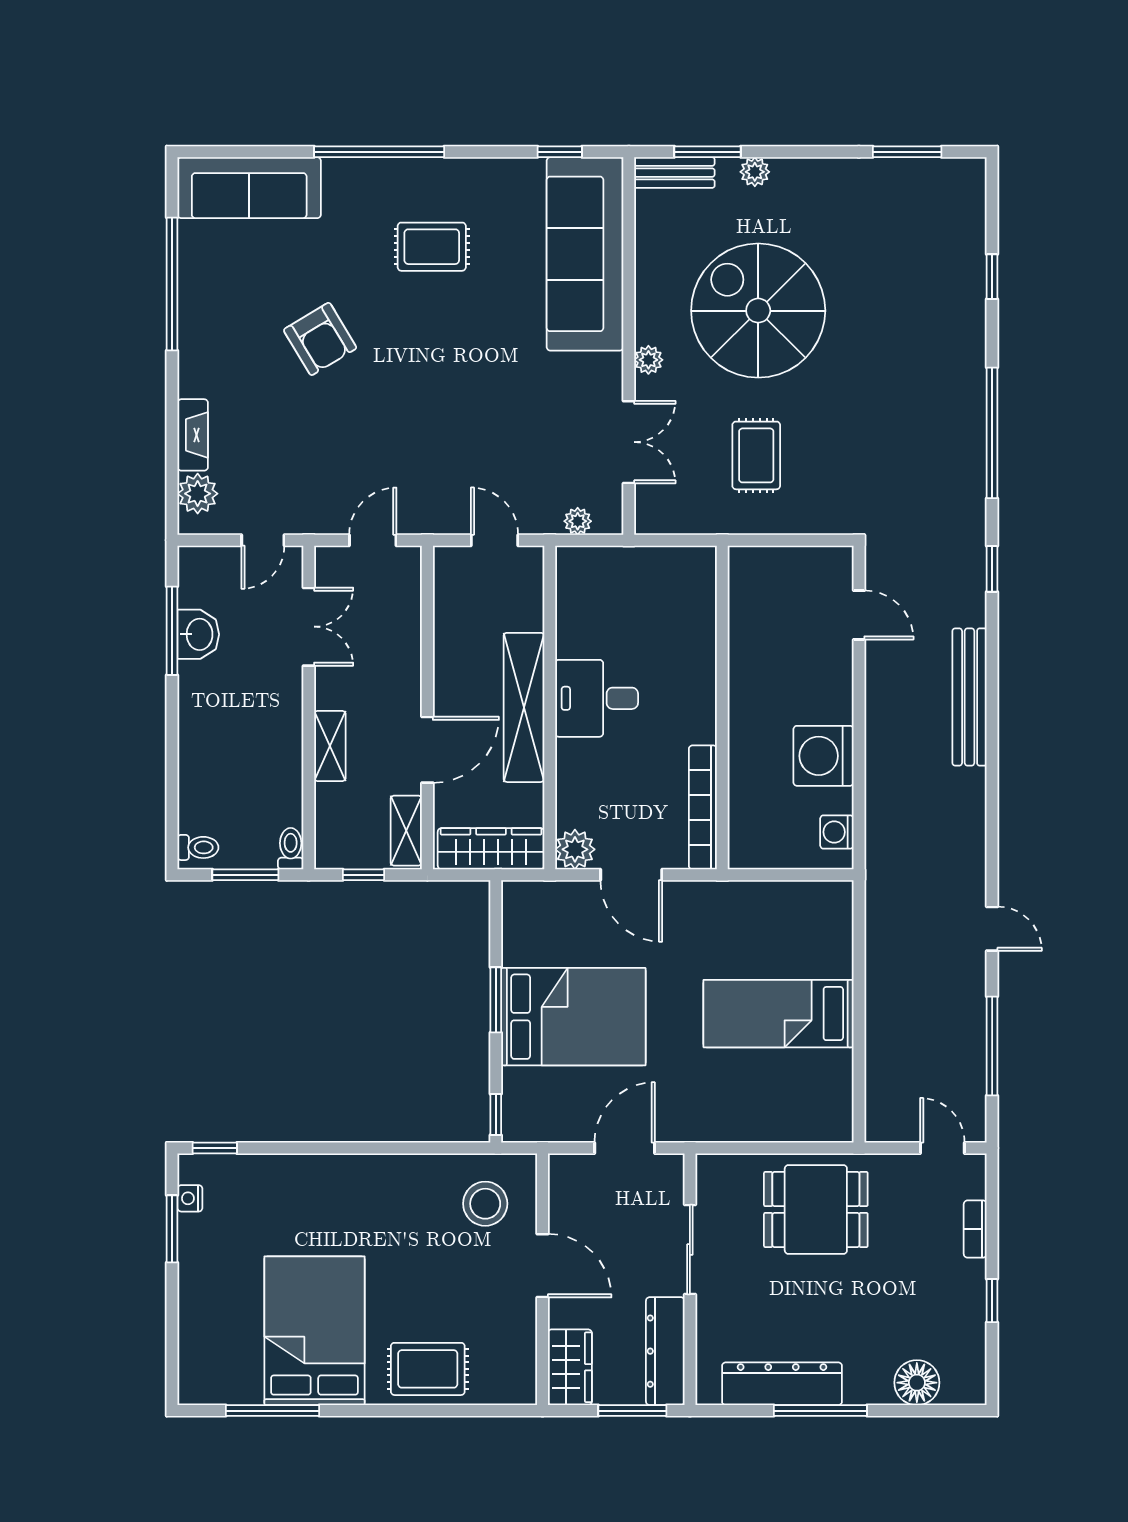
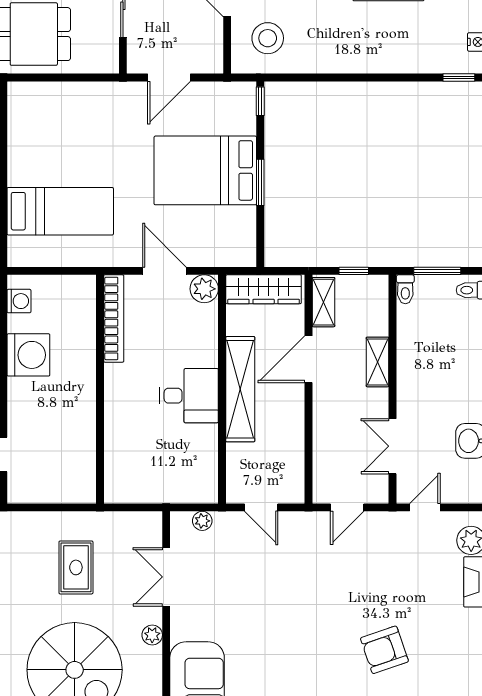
armchair: (320, 339) -> (384, 650), turned -78
bed: (779, 1014) -> (60, 211), moved

